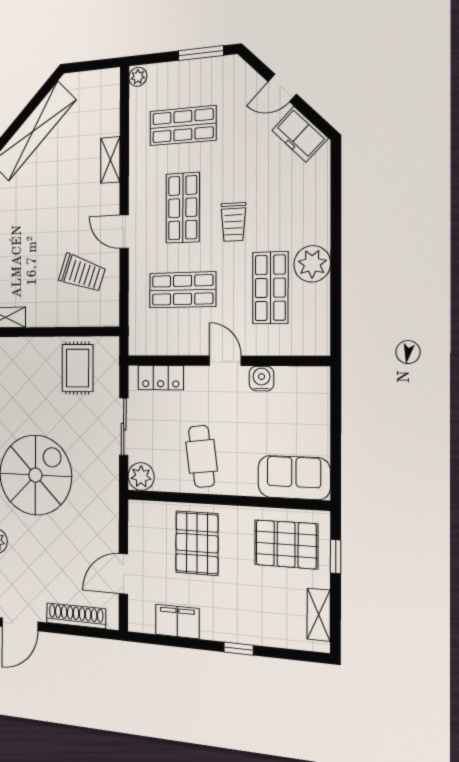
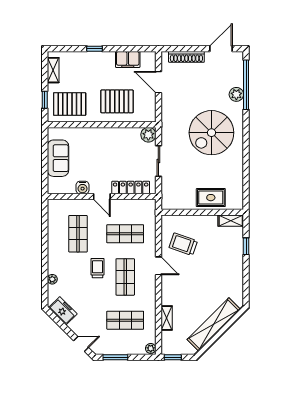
window: (100, 64) -> (173, 357), added
door: (282, 88) -> (81, 344), moved
shelving: (110, 160) -> (167, 318), moved
plant: (312, 264) -> (52, 279), moved, width x0.53, depth x0.53
rug: (78, 368) -> (211, 198), moved, turned 90
locker: (161, 378) -> (131, 188), width x1.53
cafe table: (202, 456) -> (115, 147), removed
sofa: (294, 478) -> (58, 158), moved, turned -90
pallet: (197, 543) -> (117, 101), turned 90
door: (123, 574) -> (158, 82), swing flipped

